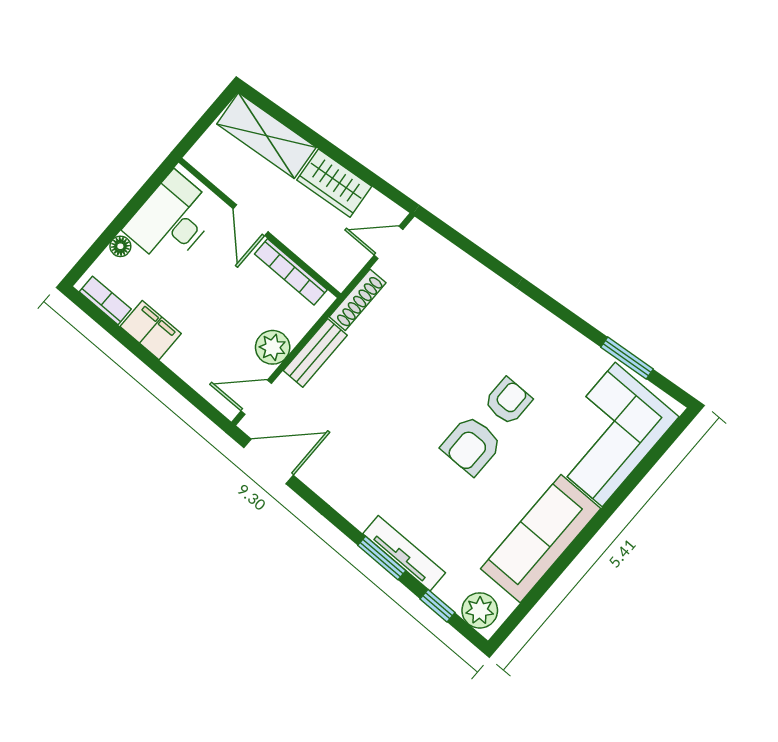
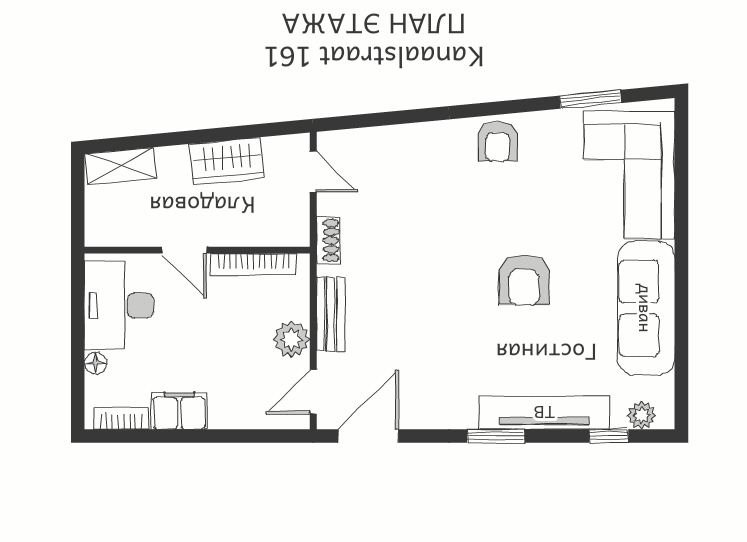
shelving: (266, 136) -> (120, 166), width x0.67, depth x0.75
door: (389, 242) -> (313, 172), swing flipped
shoe rack: (358, 300) -> (328, 240), width x0.70
armchair: (508, 401) -> (498, 141), moved, turned 180
tv unit: (404, 553) -> (544, 413), width x1.36, depth x1.29
window: (382, 558) -> (496, 436), moved
plant: (480, 610) -> (641, 415), width x0.73, depth x0.73

